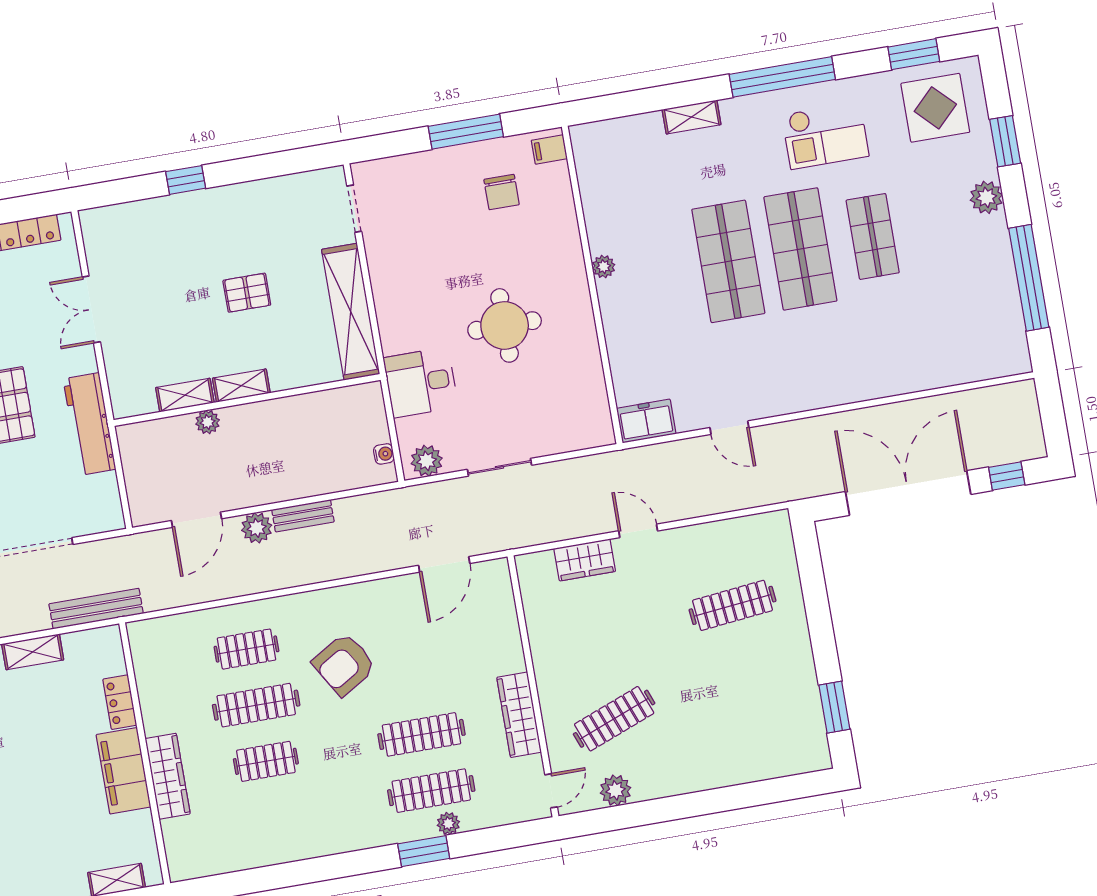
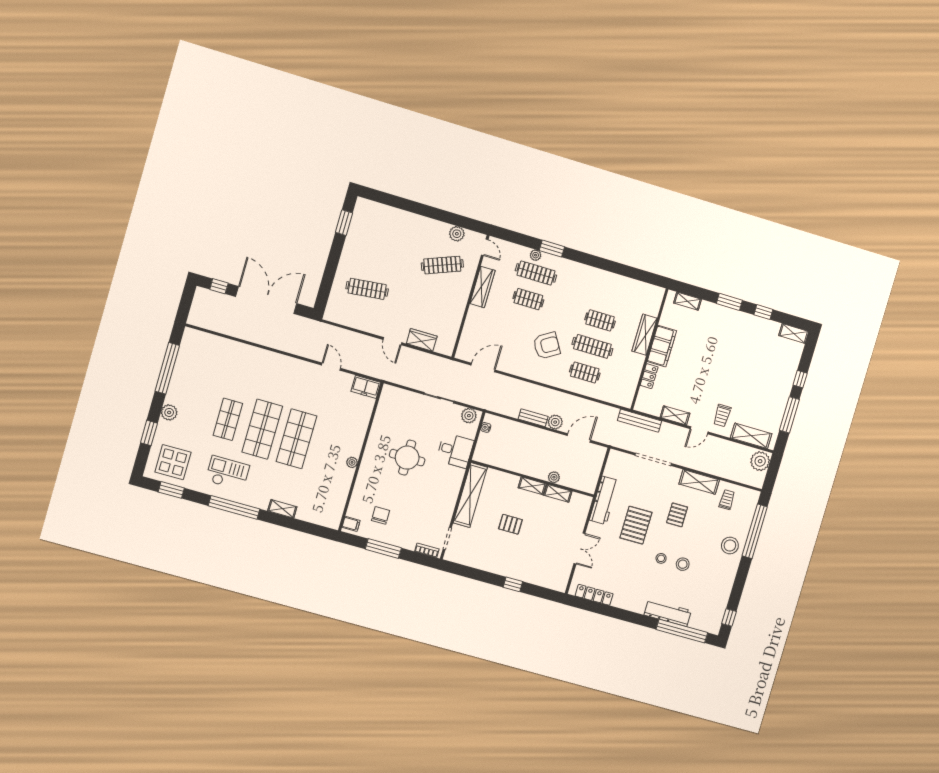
bookcase: (382, 167) -> (427, 550), added
double door: (908, 493) -> (266, 300), swing flipped
clothes rail: (422, 734) -> (528, 299), width x0.73
door: (551, 791) -> (485, 247), swing flipped

